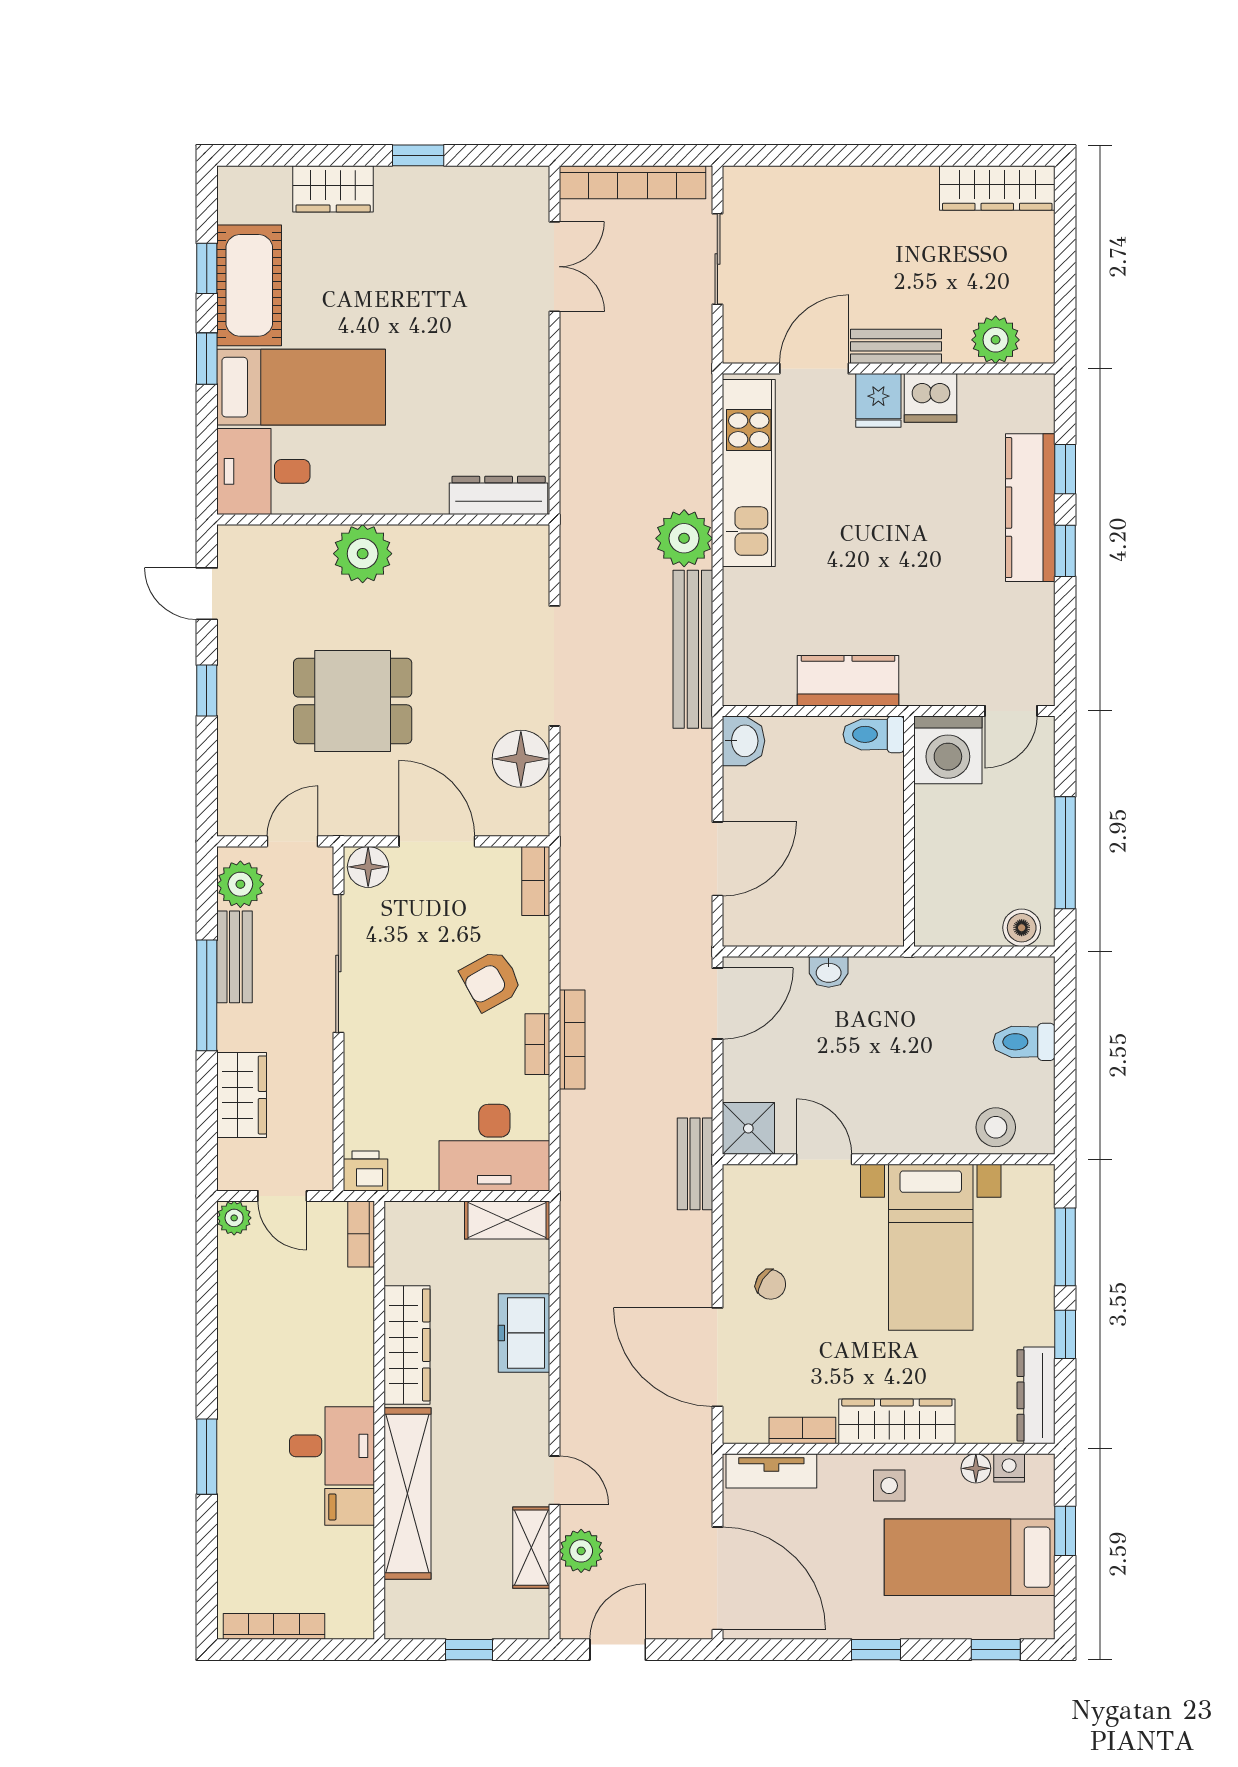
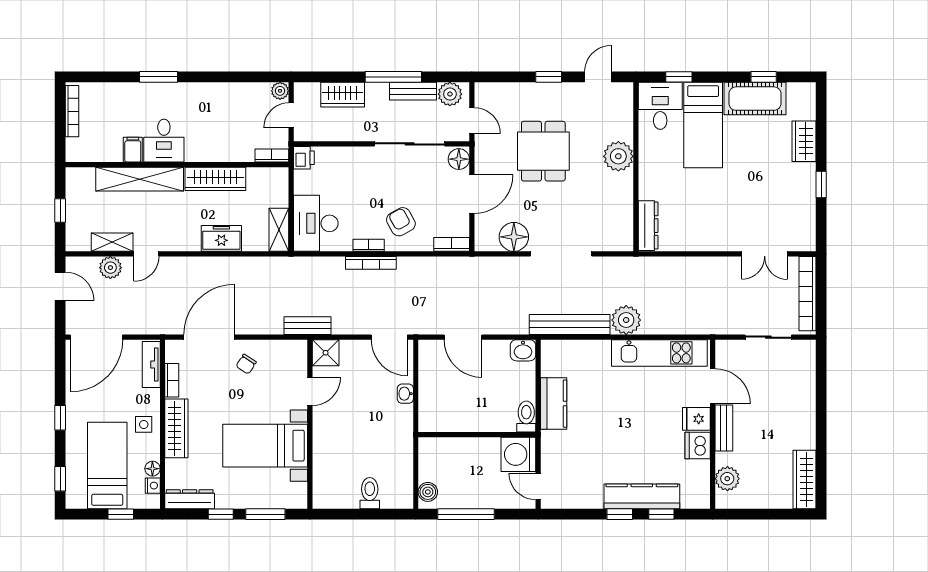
window: (207, 359) -> (679, 77), moved
stool: (996, 1127) -> (326, 479), removed

